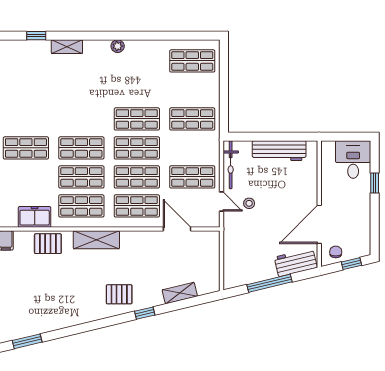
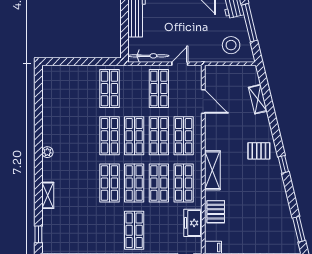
window: (36, 36) -> (38, 234), moved
shop shelf: (192, 61) -> (109, 183), moved
stool: (249, 203) -> (231, 45), moved, width x1.89, depth x1.89
door: (177, 229) -> (203, 102), swing flipped
pallet: (119, 294) -> (259, 151), turned 90
window: (145, 313) -> (283, 164), moved

